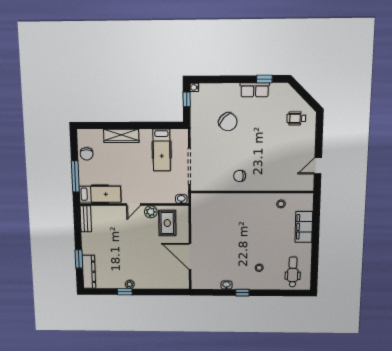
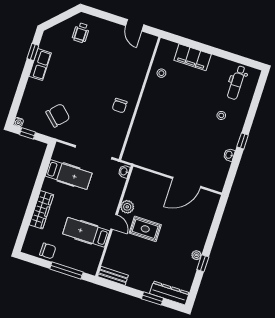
chair: (228, 122) -> (58, 115), moved
hospital bed: (100, 194) -> (86, 232), moved, turned -90
rug: (167, 223) -> (145, 229), moved
dental chair: (293, 272) -> (237, 83), turned -90

